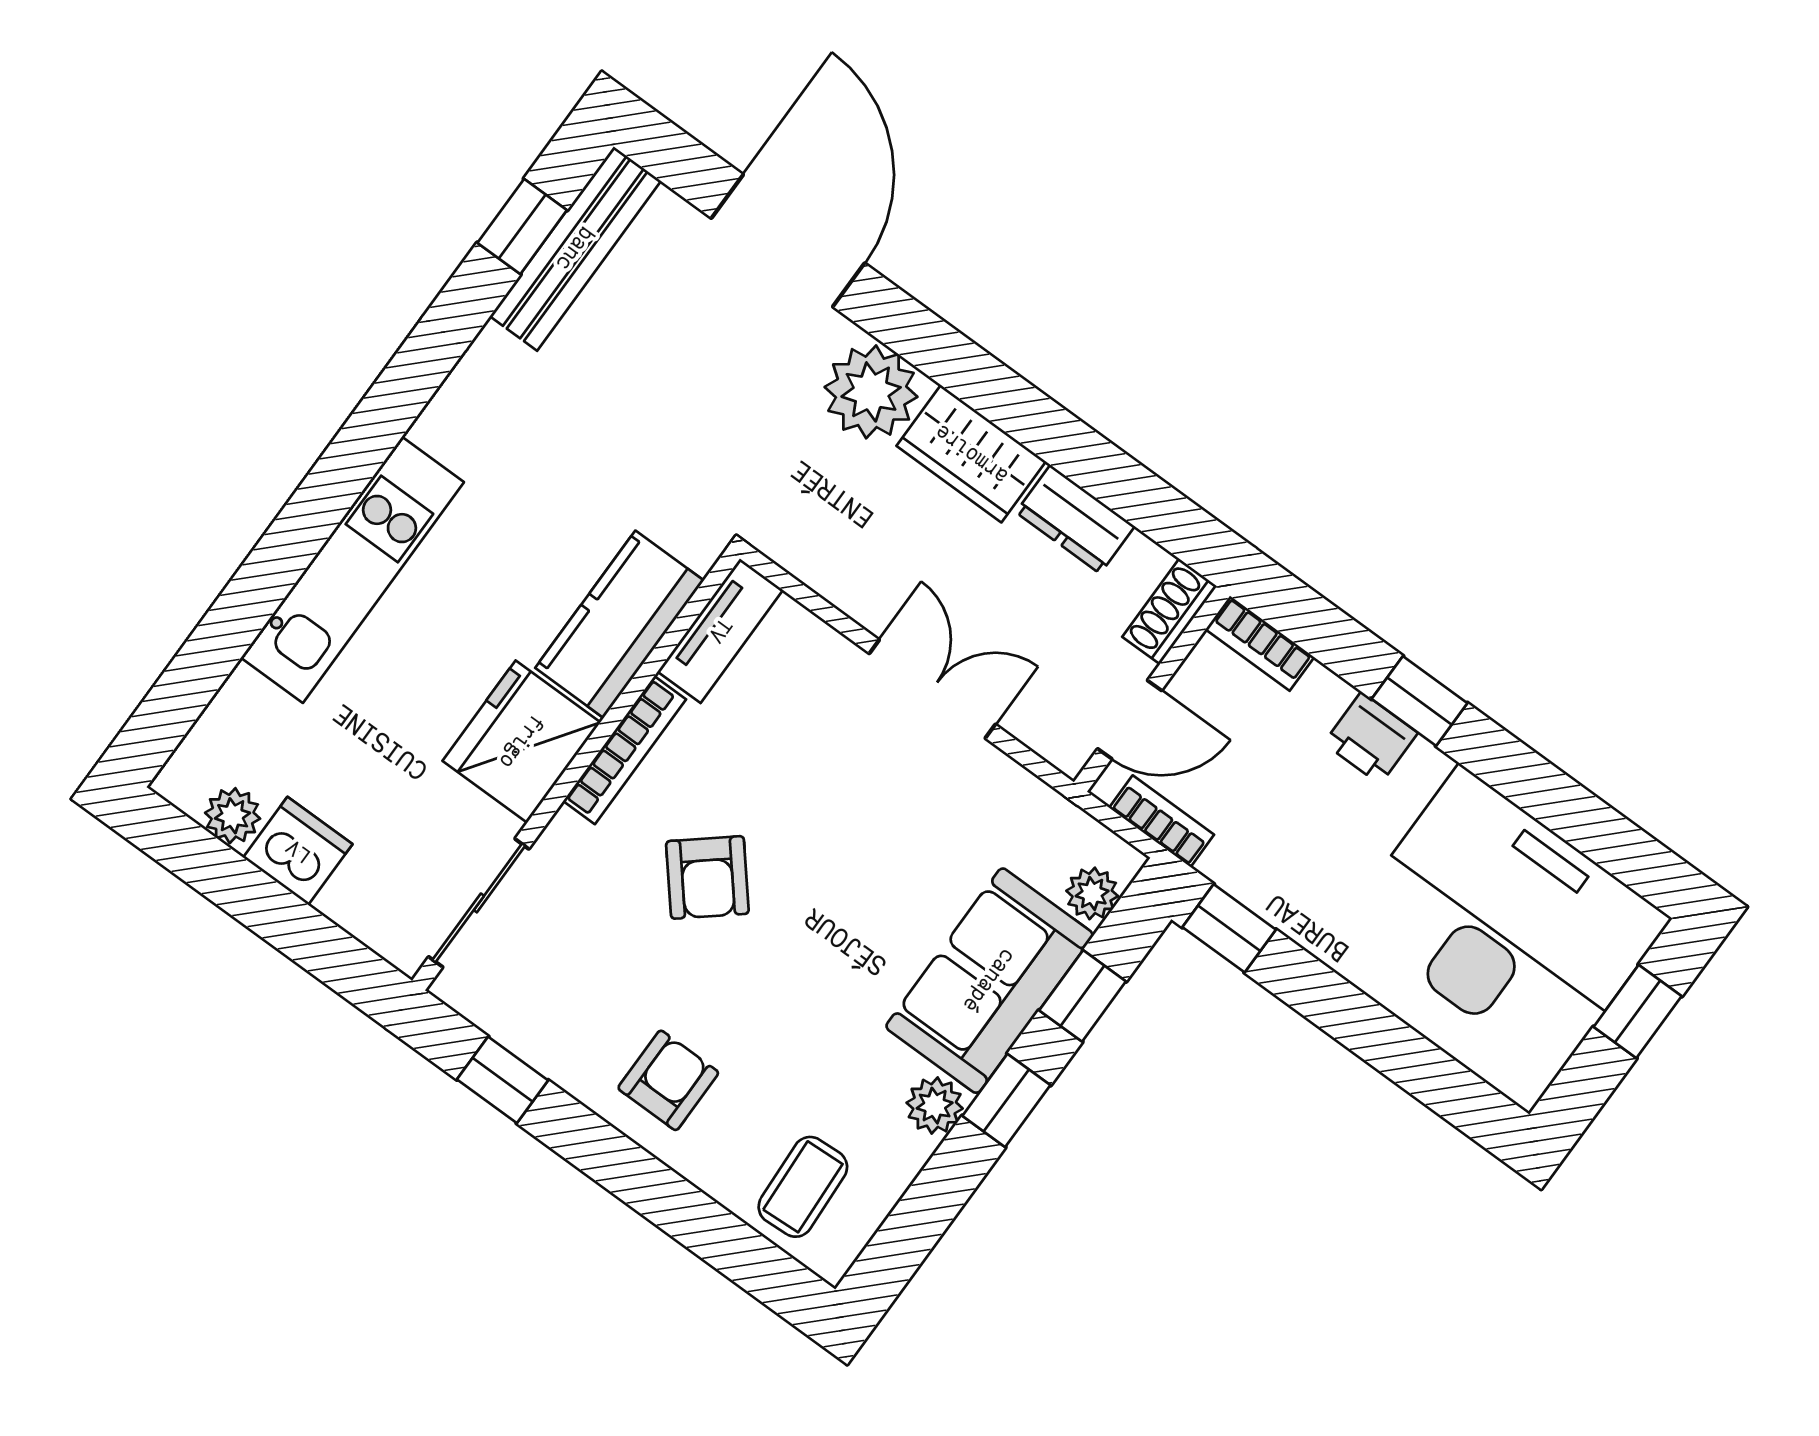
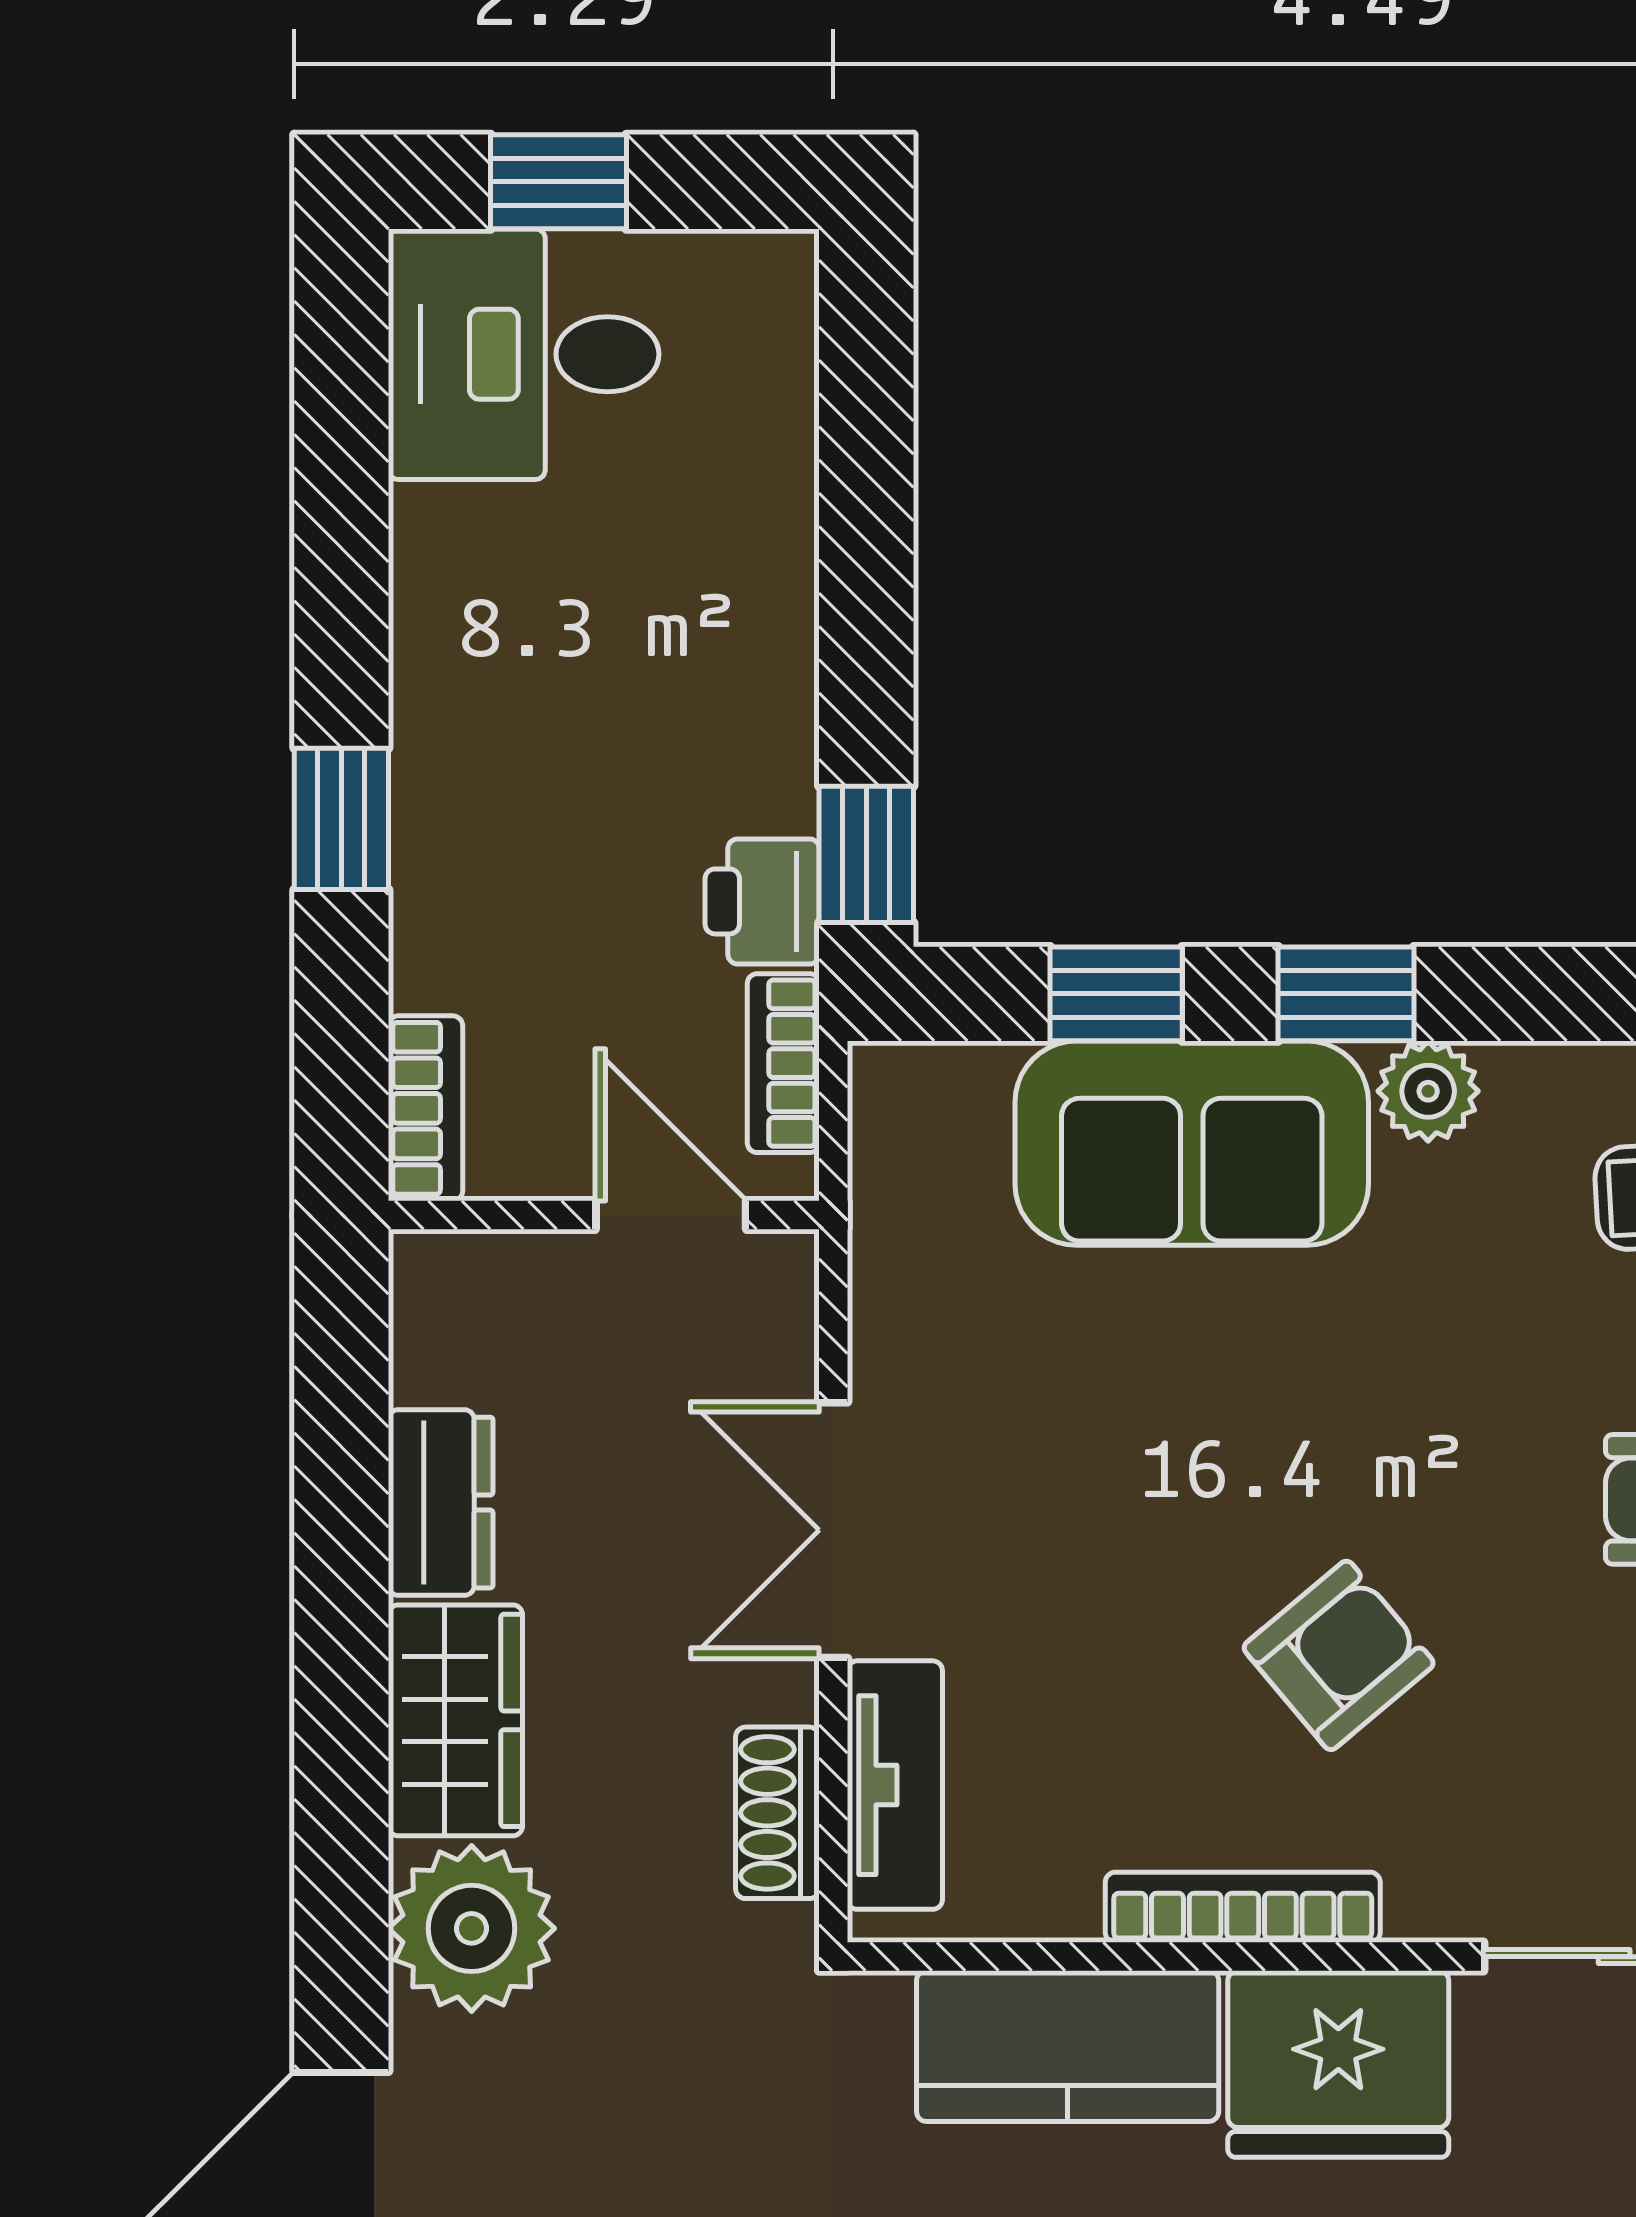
shoe rack: (1170, 611) -> (777, 1813), moved, turned 90
tv unit: (720, 631) -> (895, 1785), moved, turned 90
printer: (1371, 738) -> (762, 901), moved, turned 180
plant: (1092, 893) -> (959, 1087), removed
desk: (1507, 921) -> (524, 354), width x0.53, depth x0.77

